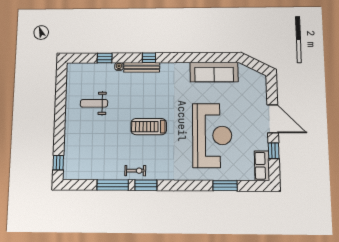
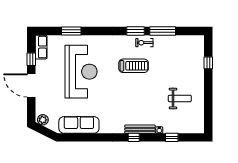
plant: (257, 78) -> (43, 120), added
treadmill: (149, 127) -> (134, 66), moved
reception desk: (212, 135) -> (81, 72), turned 180
window: (58, 163) -> (208, 63), moved

